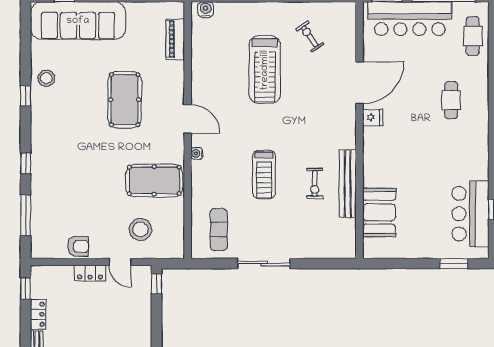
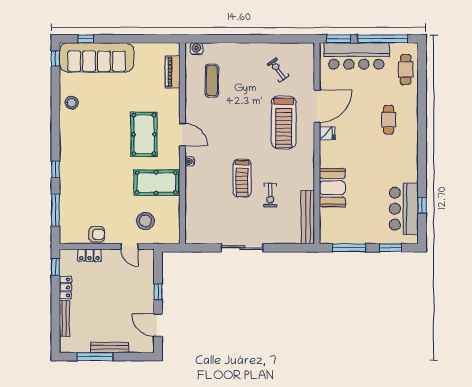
treadmill: (265, 70) -> (284, 122), moved
window: (26, 96) -> (55, 59), moved
pool table: (125, 100) -> (144, 134), moved
exercise bike: (315, 184) -> (270, 195), moved
bench: (348, 184) -> (308, 217), moved
booth: (379, 212) -> (332, 188), moved
exercise mat: (219, 230) -> (212, 81), moved
window: (401, 264) -> (349, 248), added
locker: (90, 273) -> (90, 255), moved
window: (157, 284) -> (158, 292), moved

